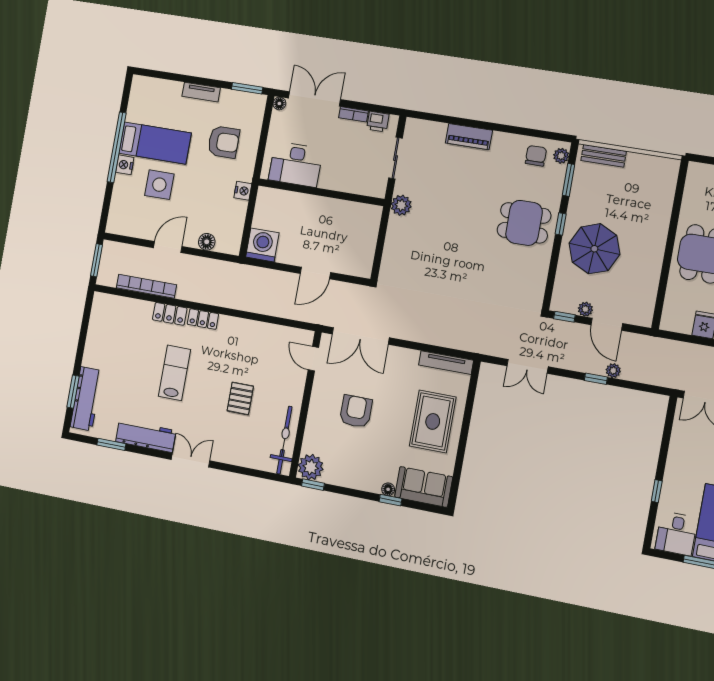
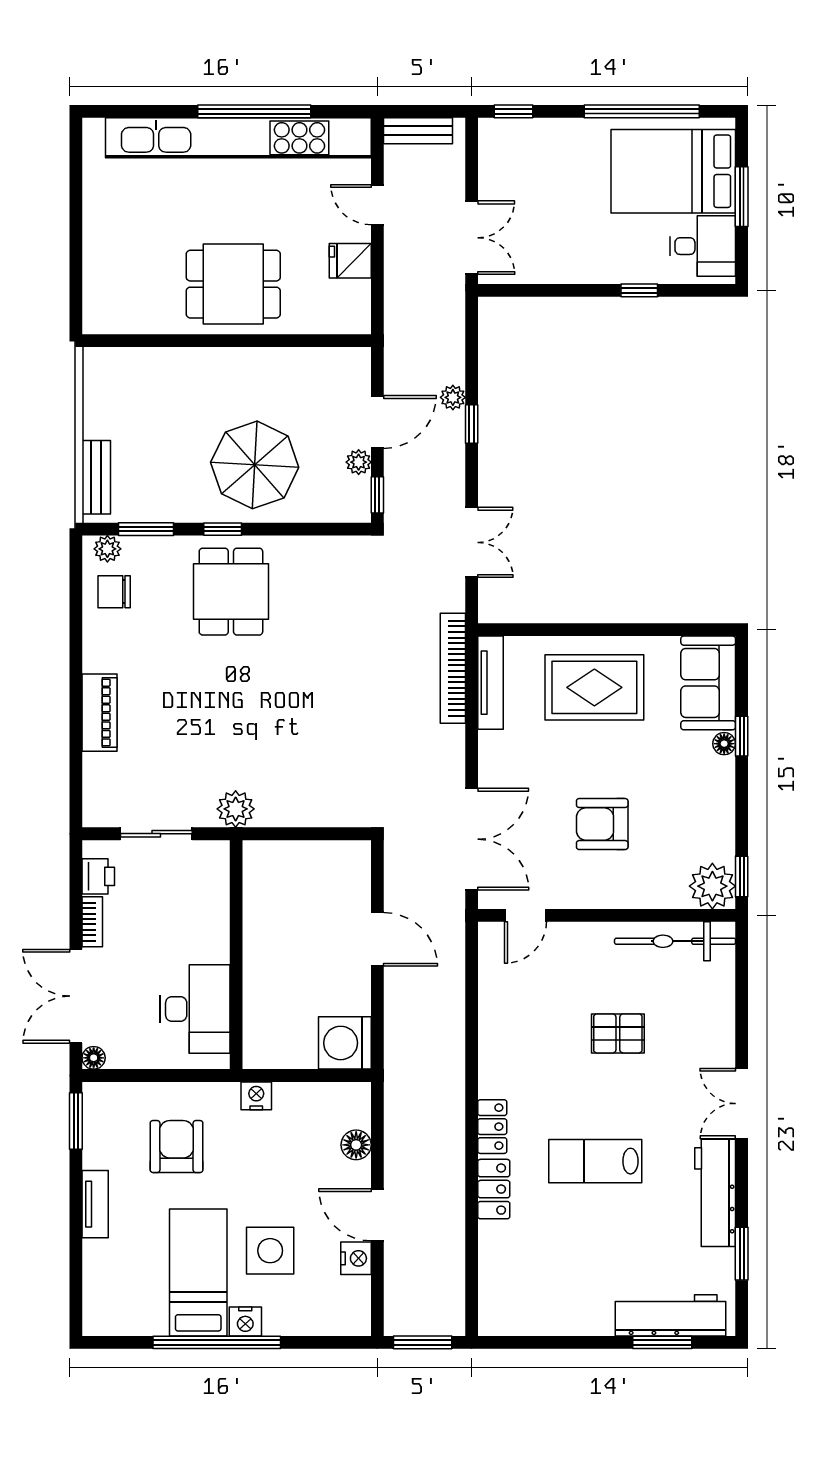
nightstand: (147, 231) -> (356, 1258), added
bookcase: (146, 286) -> (453, 668), moved

